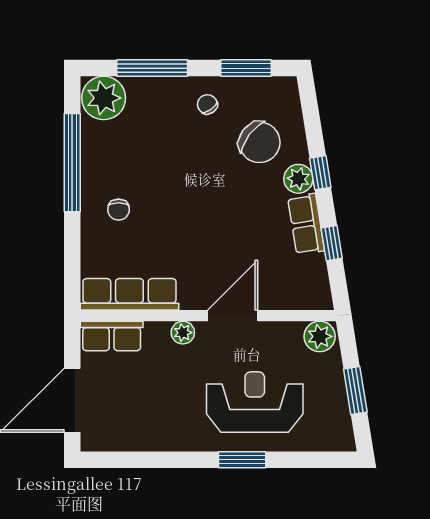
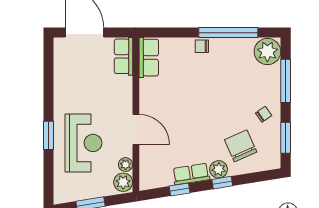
chair: (259, 142) -> (241, 146), turned 119
chair: (119, 210) -> (202, 46), moved
row of seats: (129, 294) -> (149, 58), width x0.68
plant: (183, 333) -> (126, 165), moved

